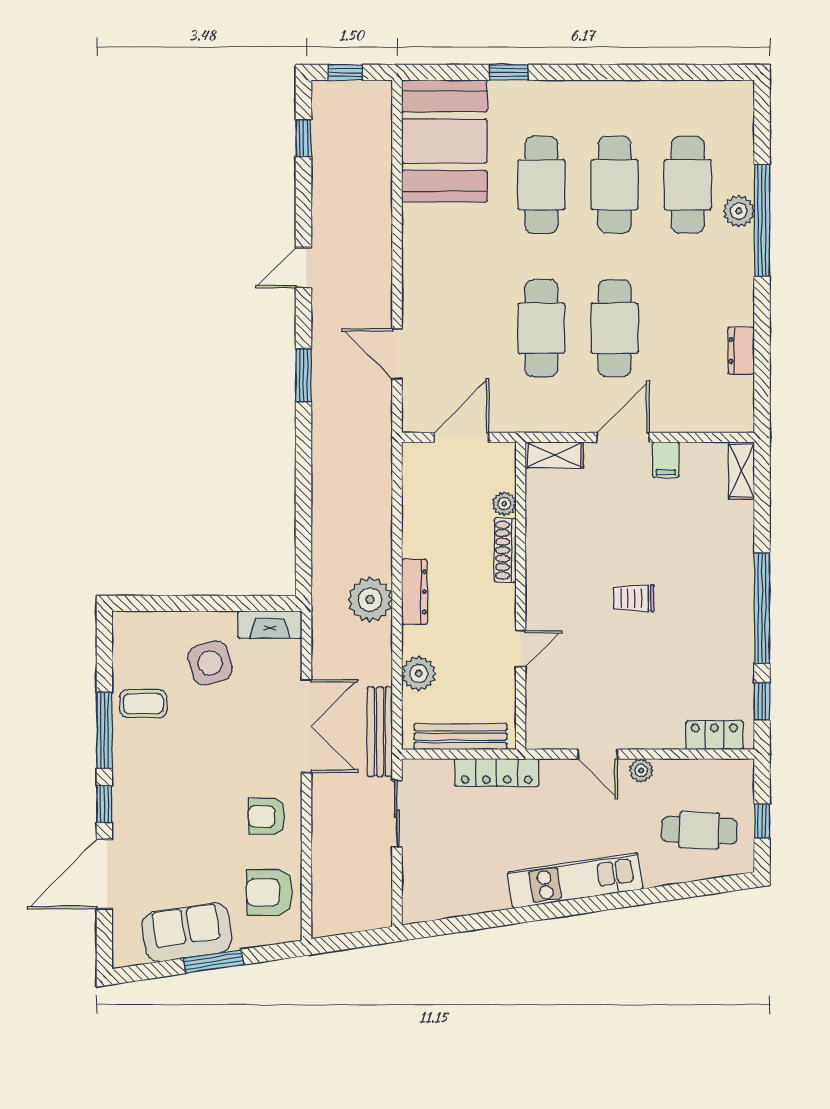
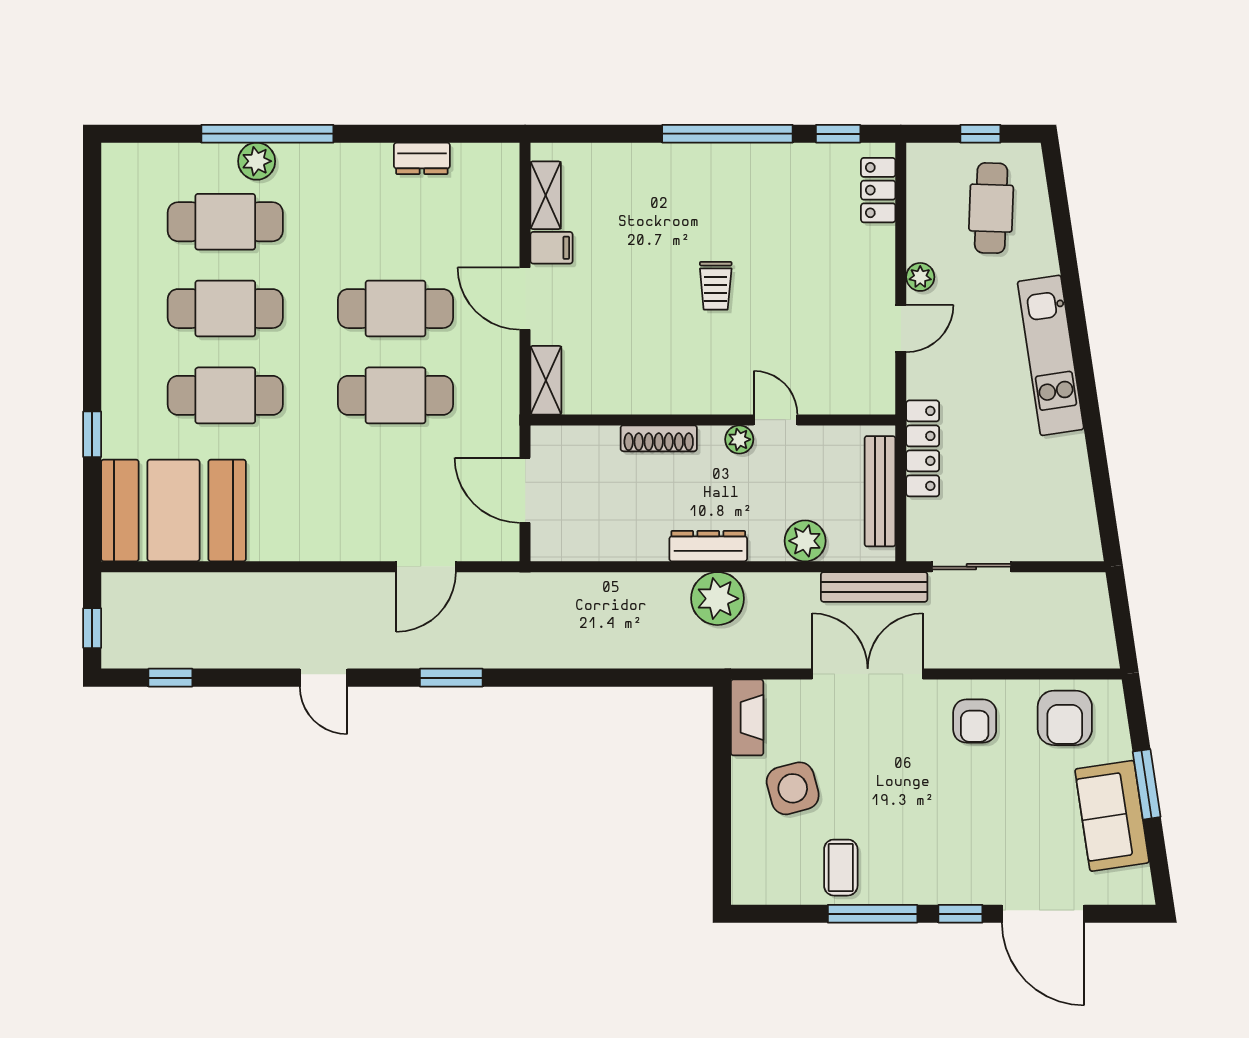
shelving: (742, 470) -> (546, 195), moved, turned 90
plant: (504, 504) -> (739, 439), moved

